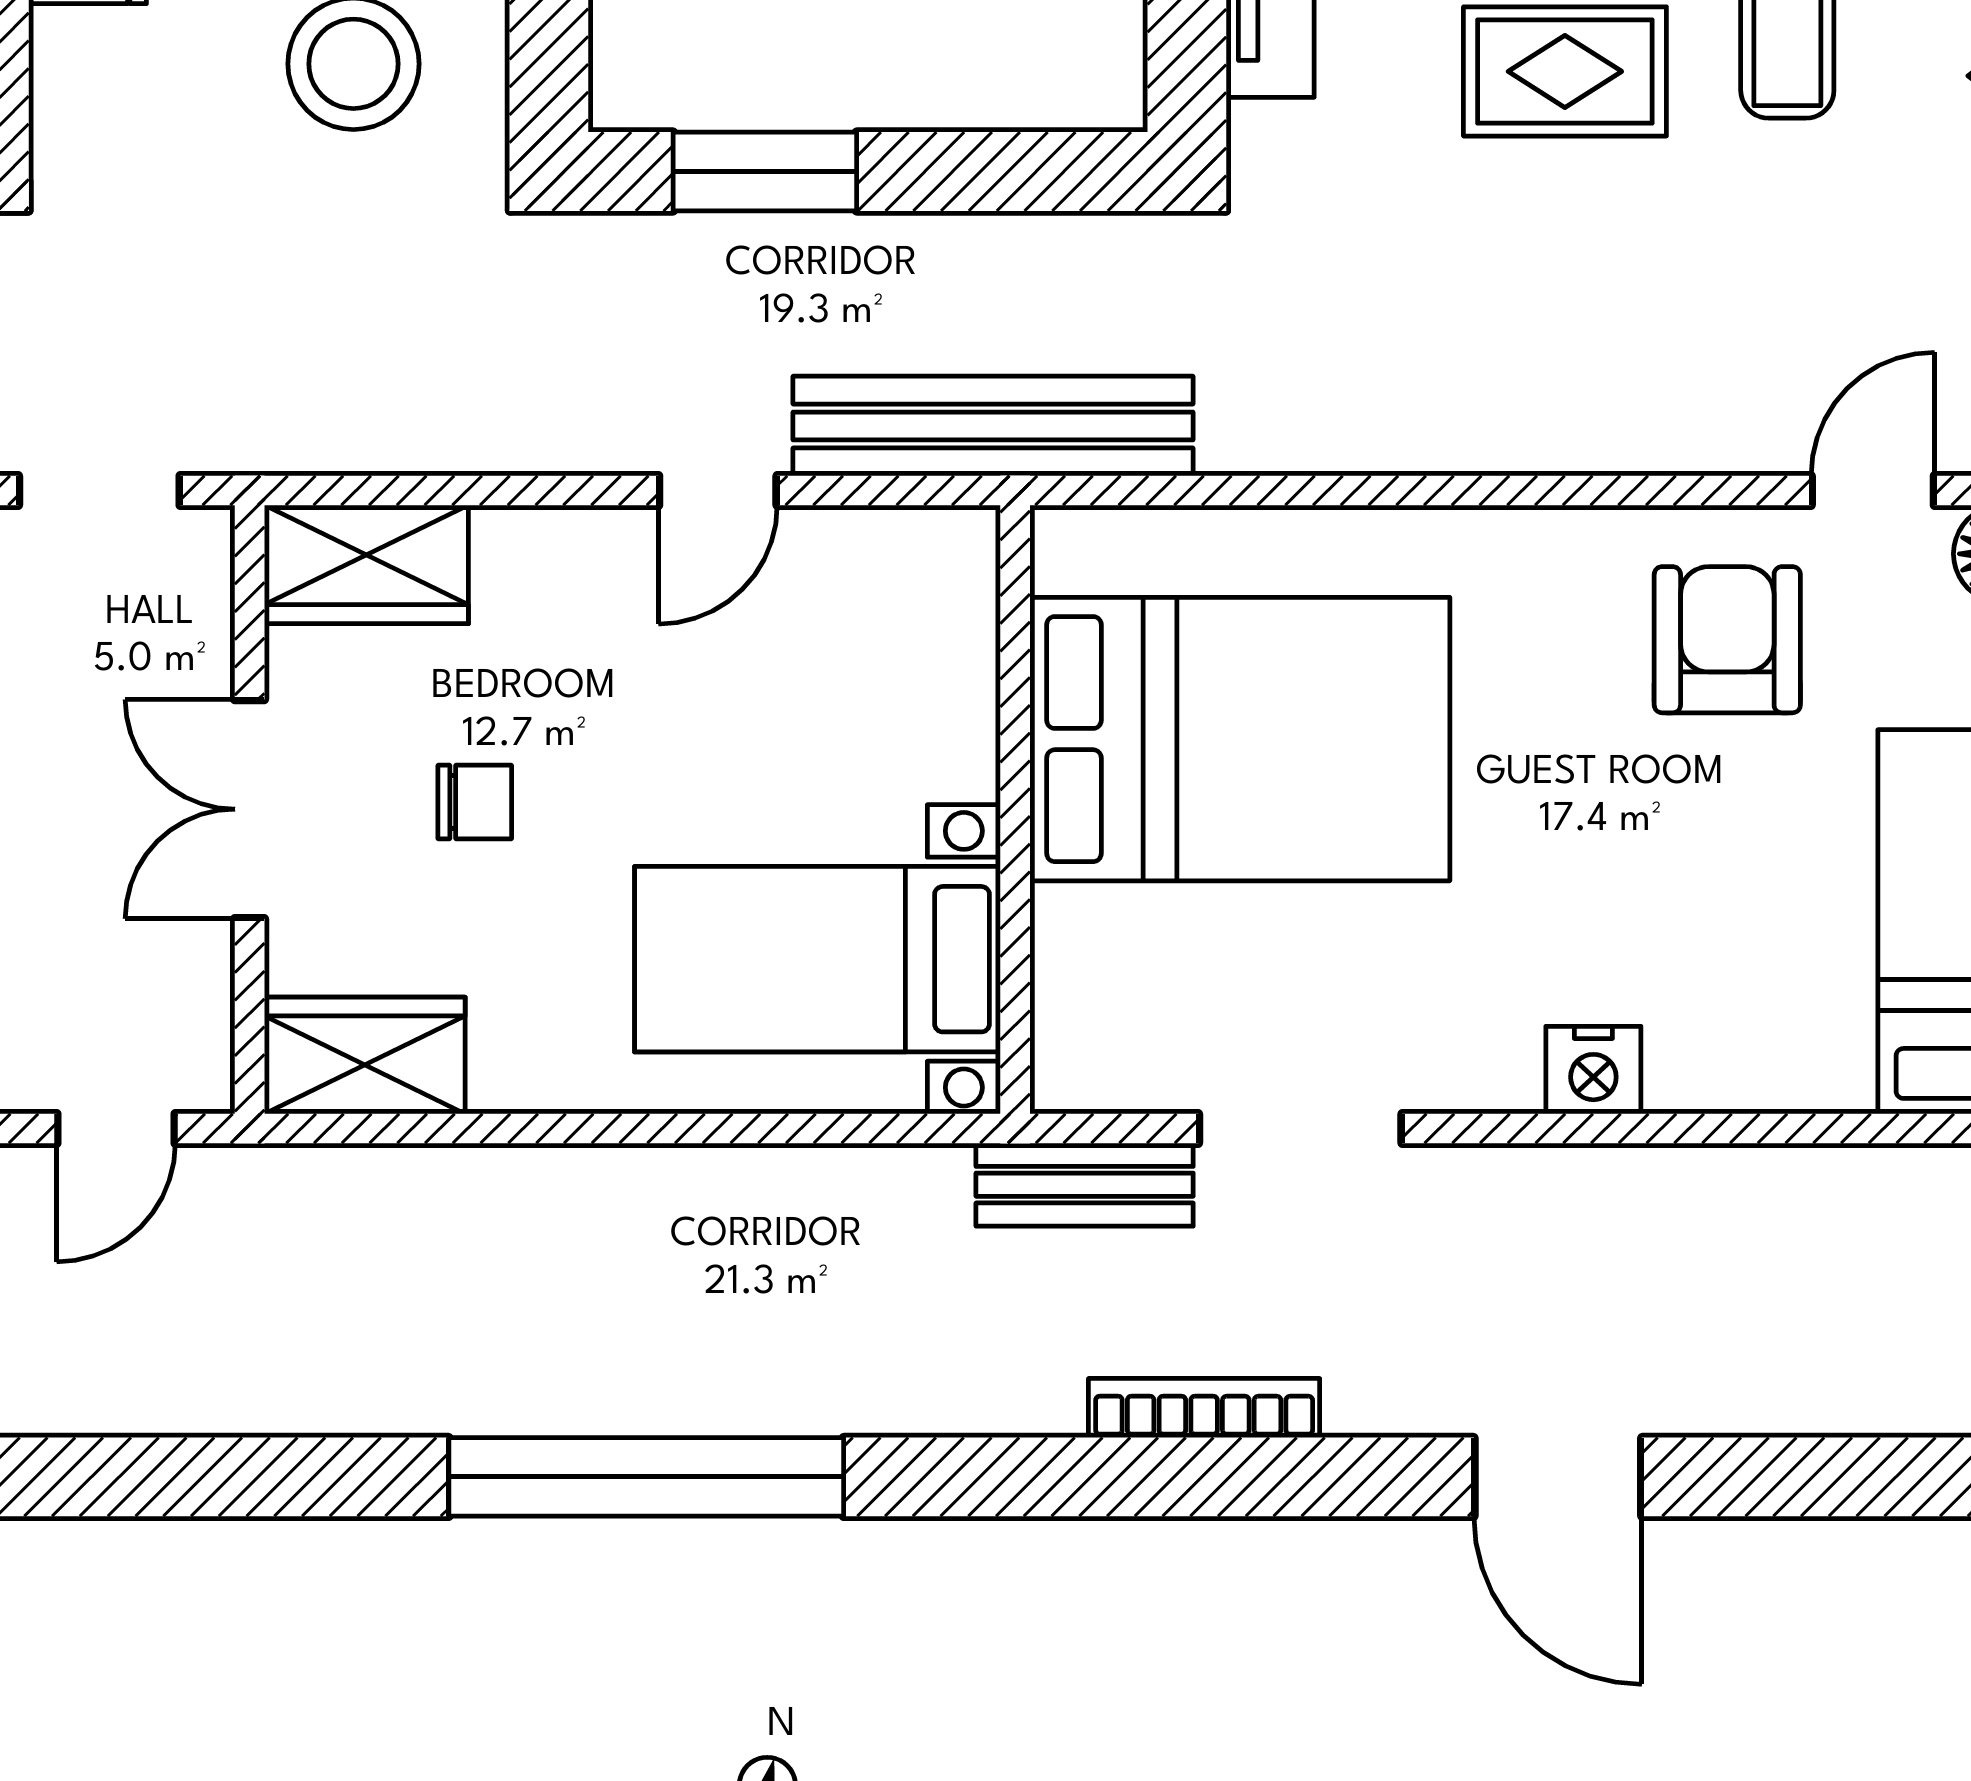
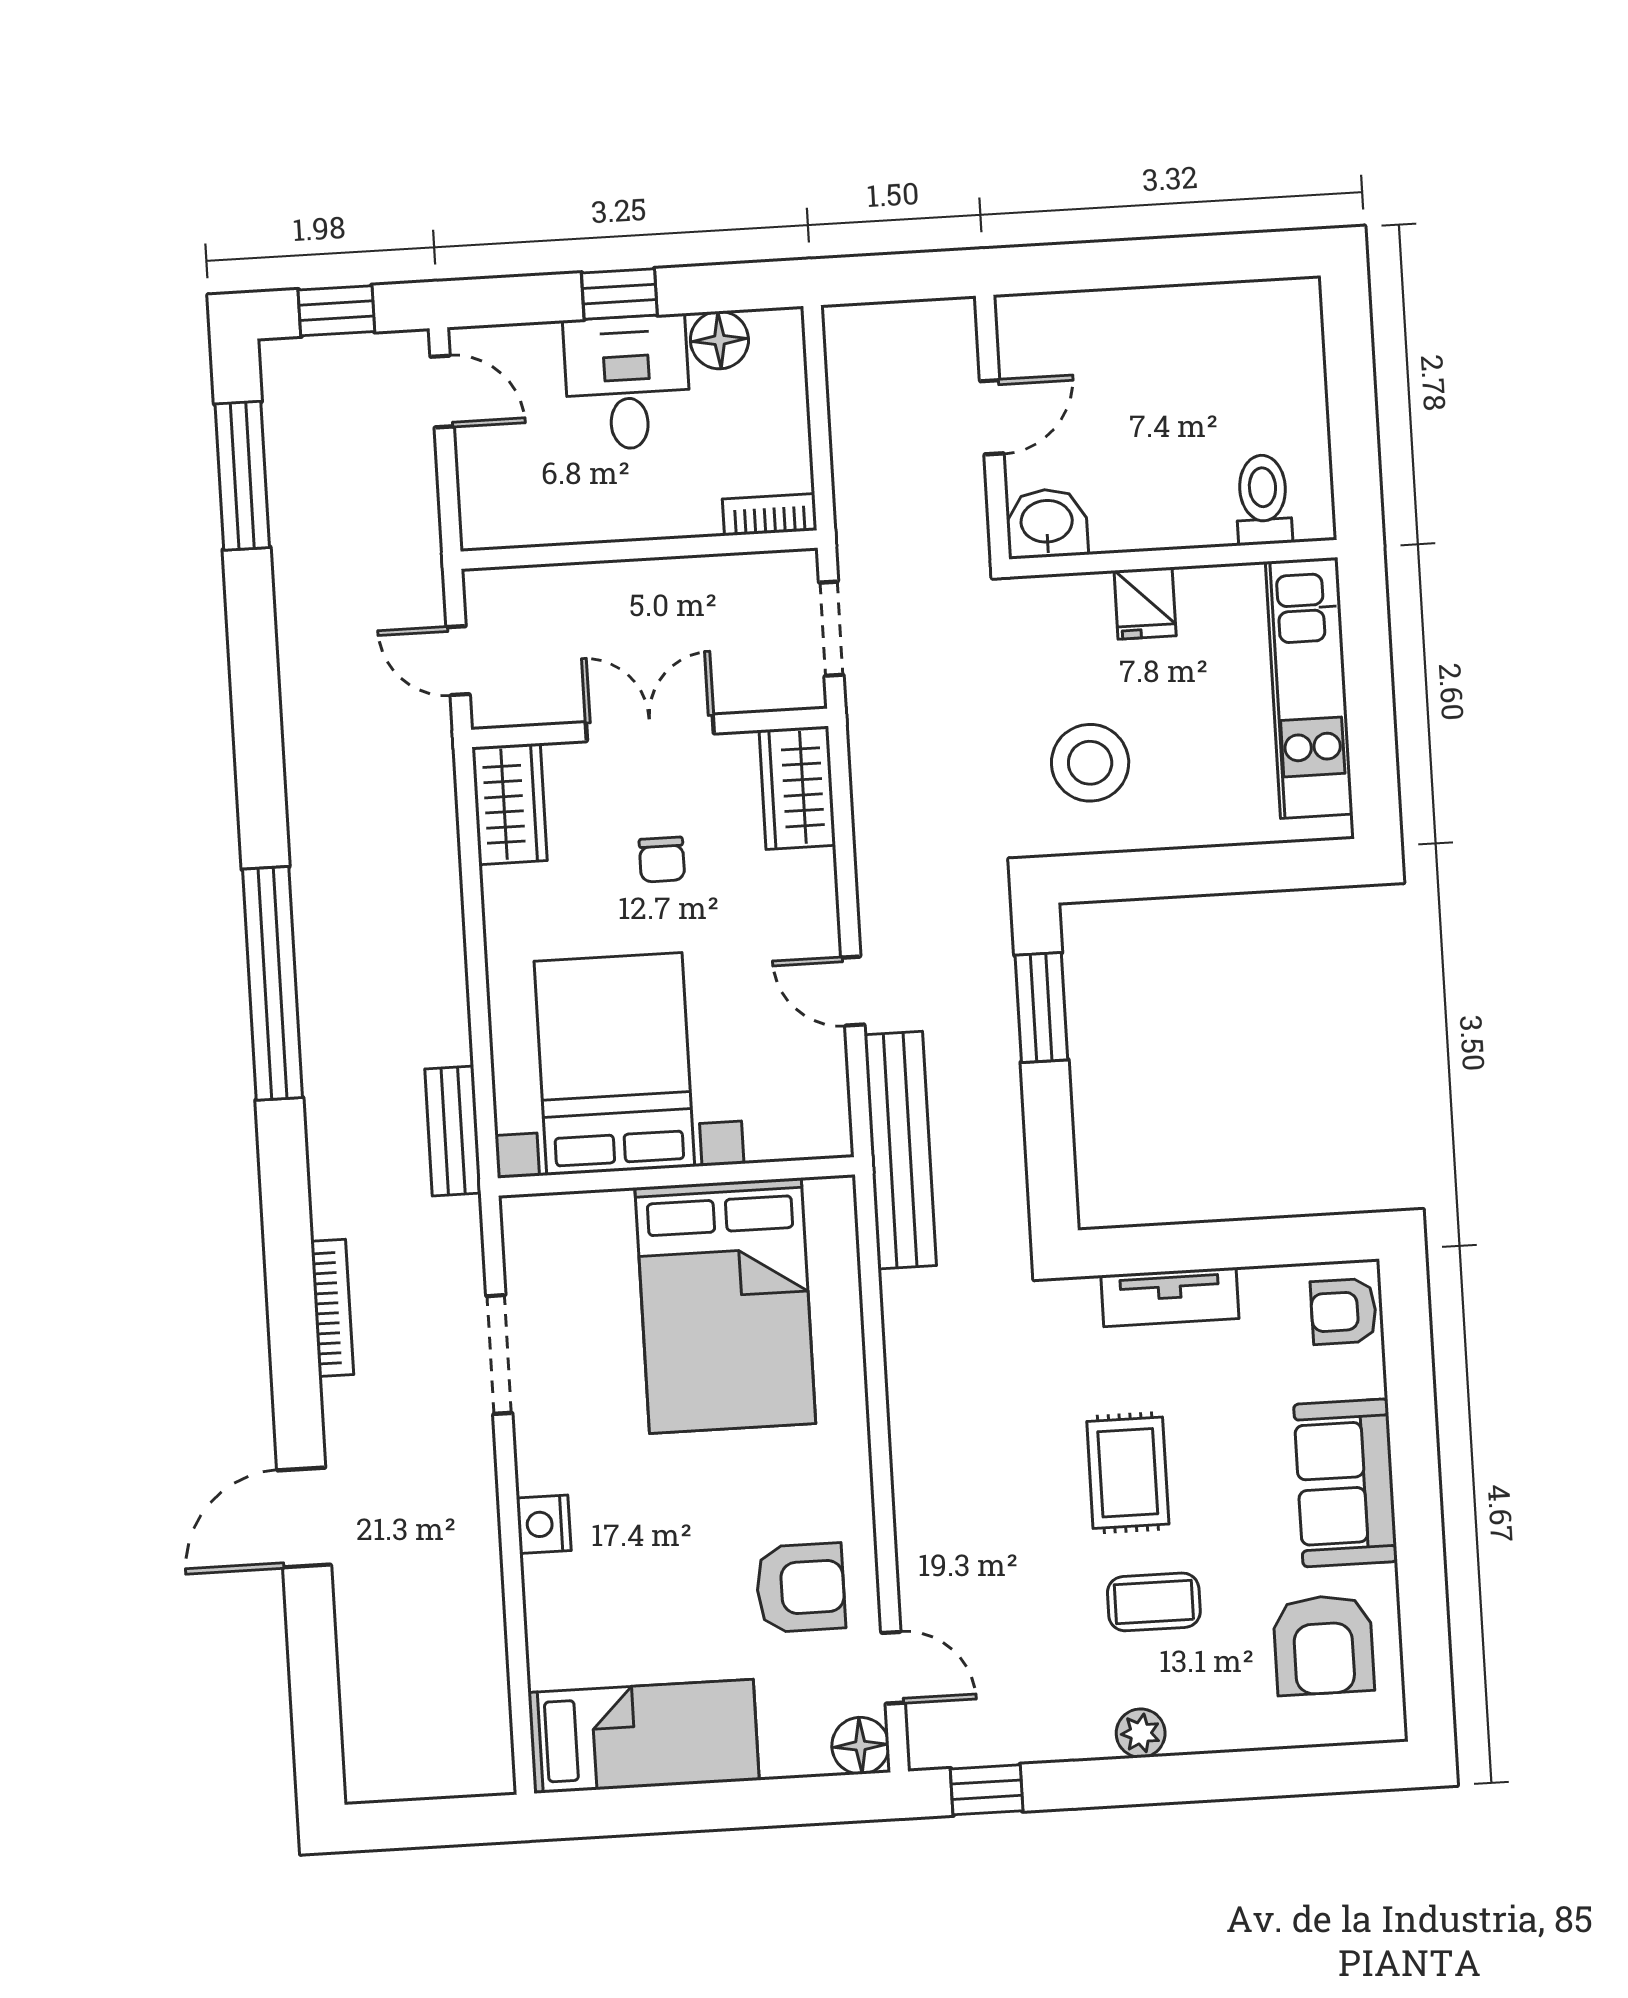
bed with nightstands: (818, 959) -> (614, 1064), width x1.36
bench: (1085, 1185) -> (453, 1131), moved

